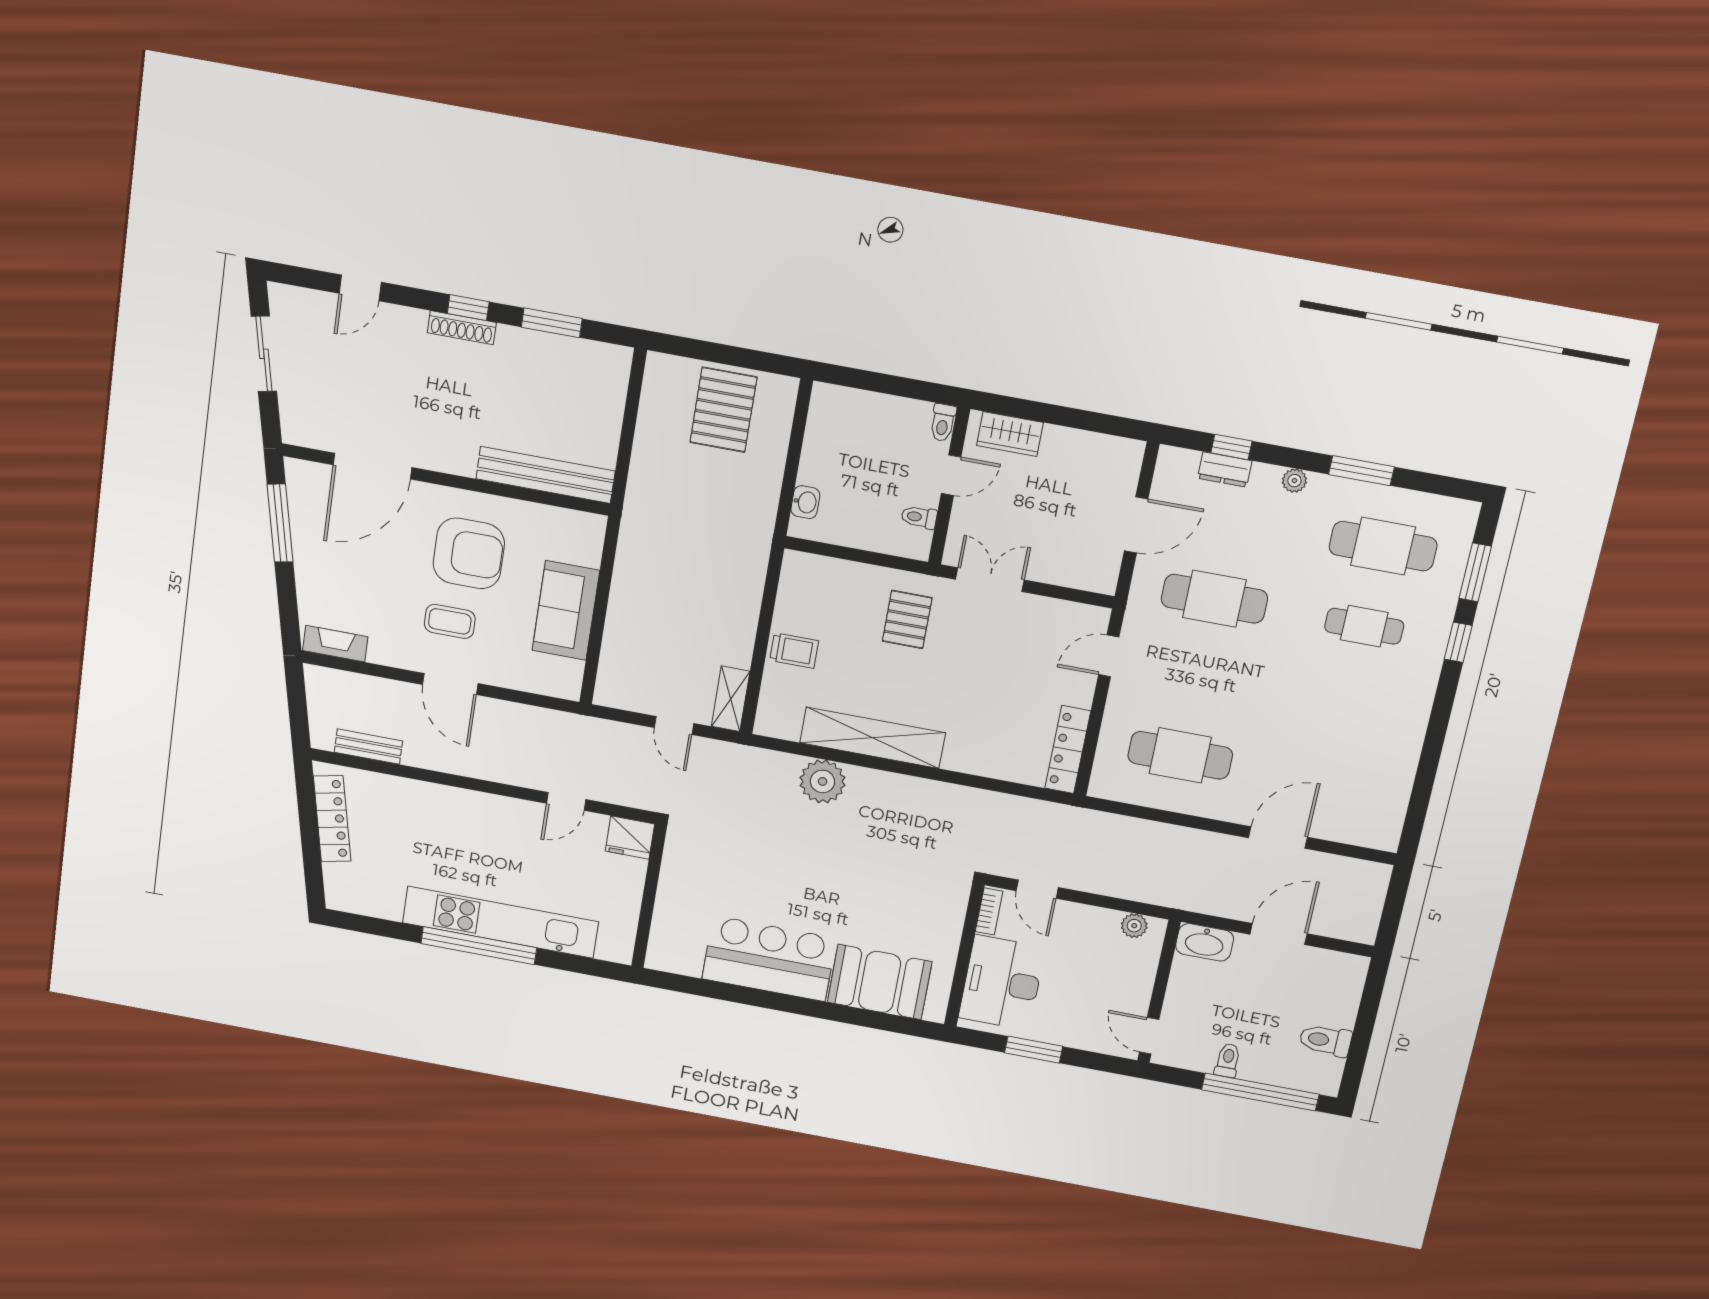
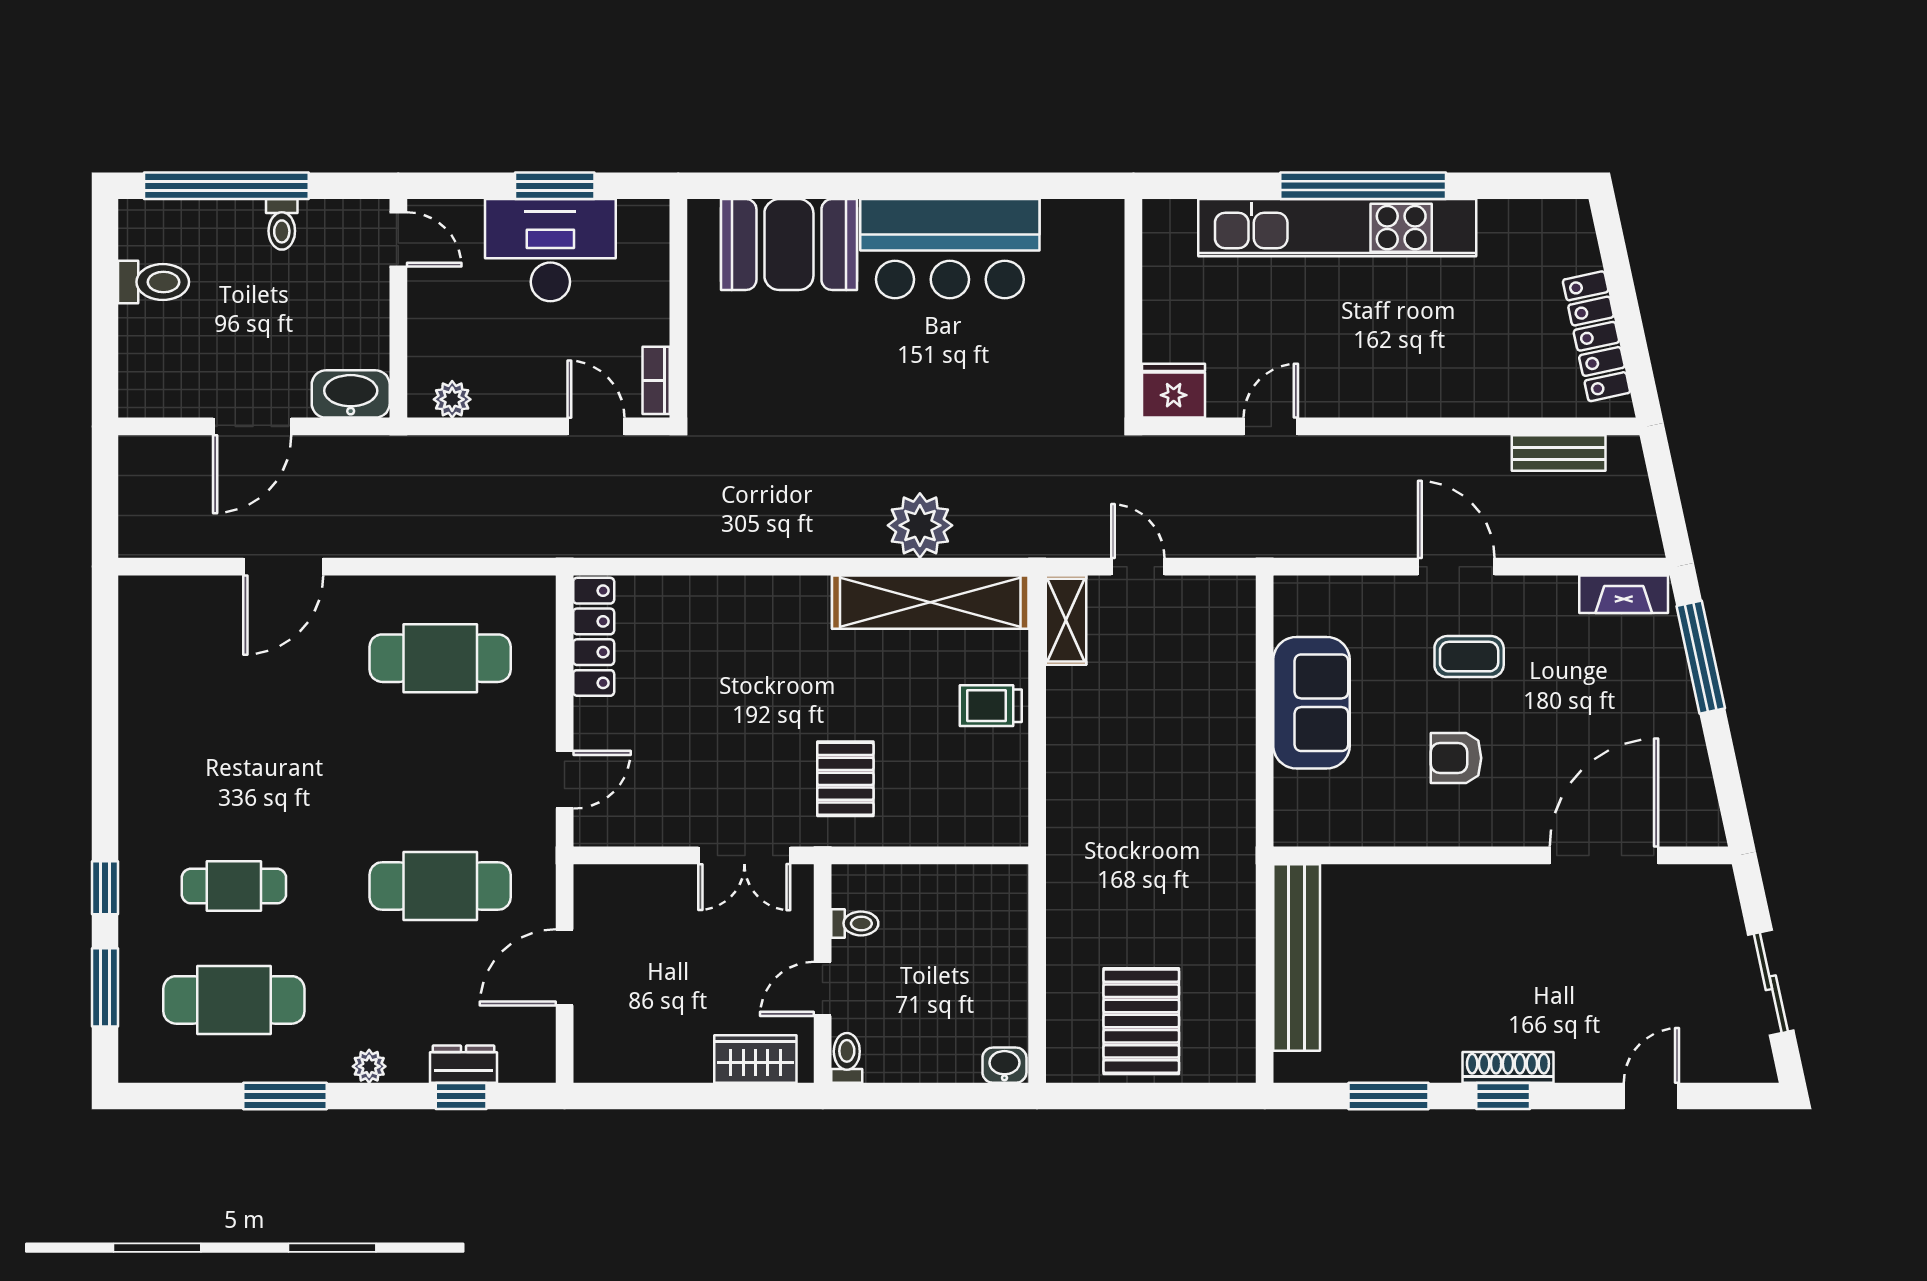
bench: (546, 475) -> (1297, 958), moved, turned 90
washbasin: (805, 502) -> (1004, 1065), moved, turned 90
window: (280, 523) -> (1701, 657), moved
armchair: (469, 553) -> (1456, 758), width x0.53, depth x0.53
shelving: (873, 738) -> (930, 602), moved
desk: (1002, 983) -> (550, 250), moved, turned -90

